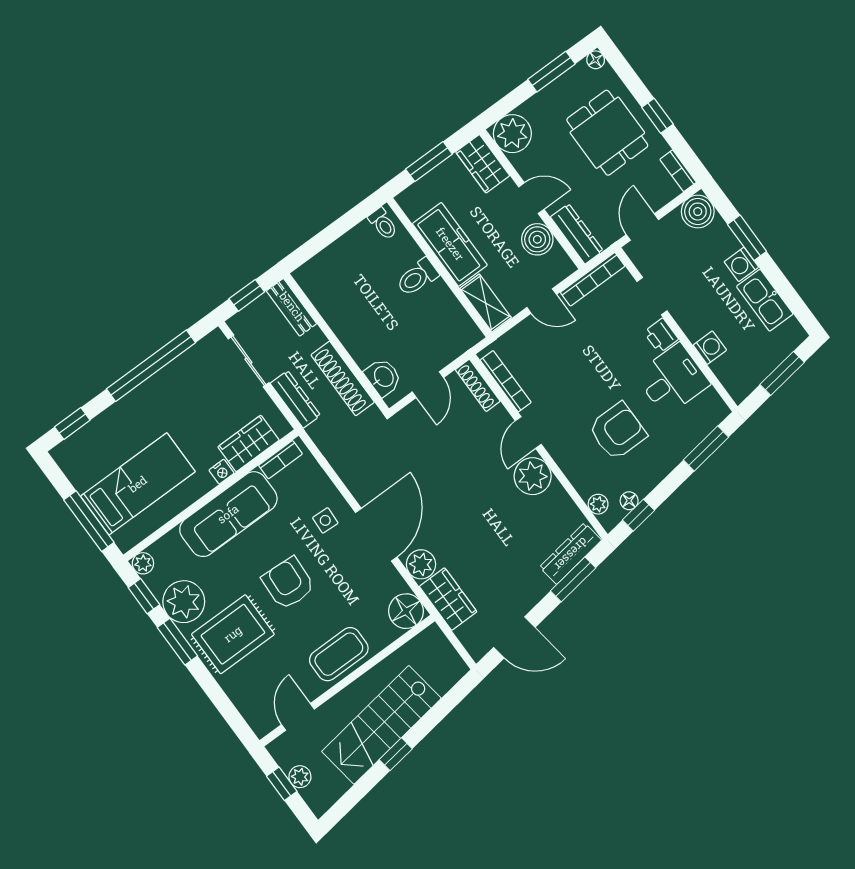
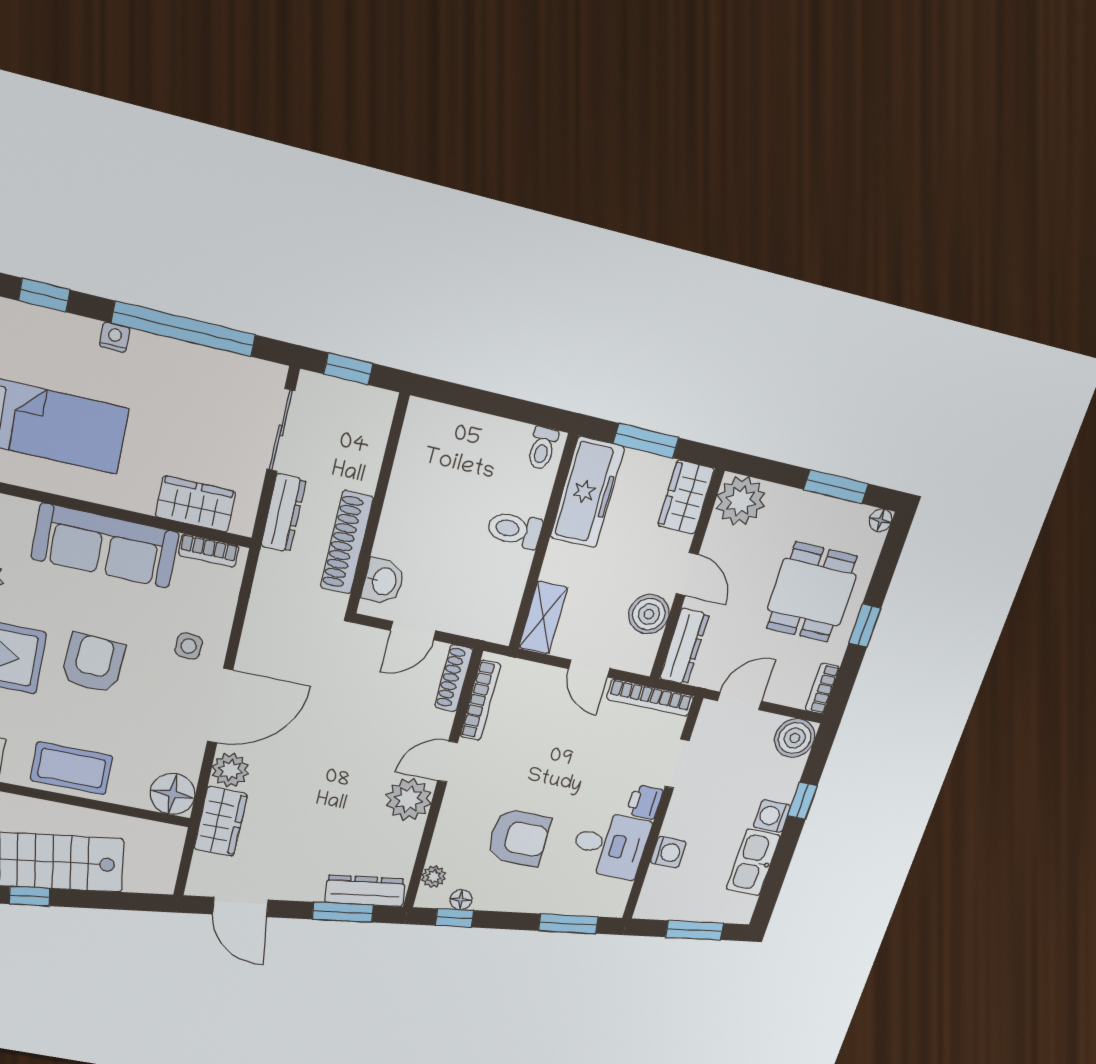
window: (747, 238) -> (802, 801), width x0.67
freezer: (450, 244) -> (587, 492), moved
bench: (292, 307) -> (376, 427), removed
nightstand: (222, 472) -> (115, 337), moved, turned 180

